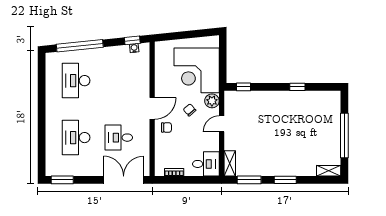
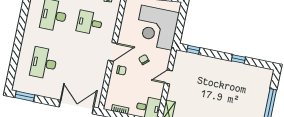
plant: (212, 101) -> (164, 56), removed
desk: (119, 138) -> (90, 23), moved

